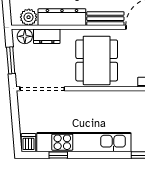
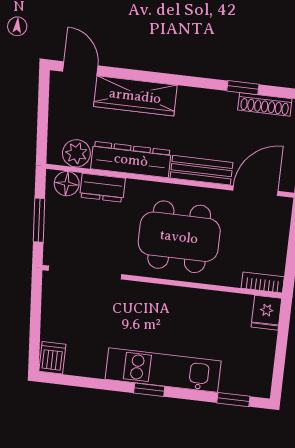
dining table: (97, 60) -> (179, 237), turned 90
kitchen unit: (84, 142) -> (163, 370), width x0.73
window: (58, 155) -> (149, 390), moved

